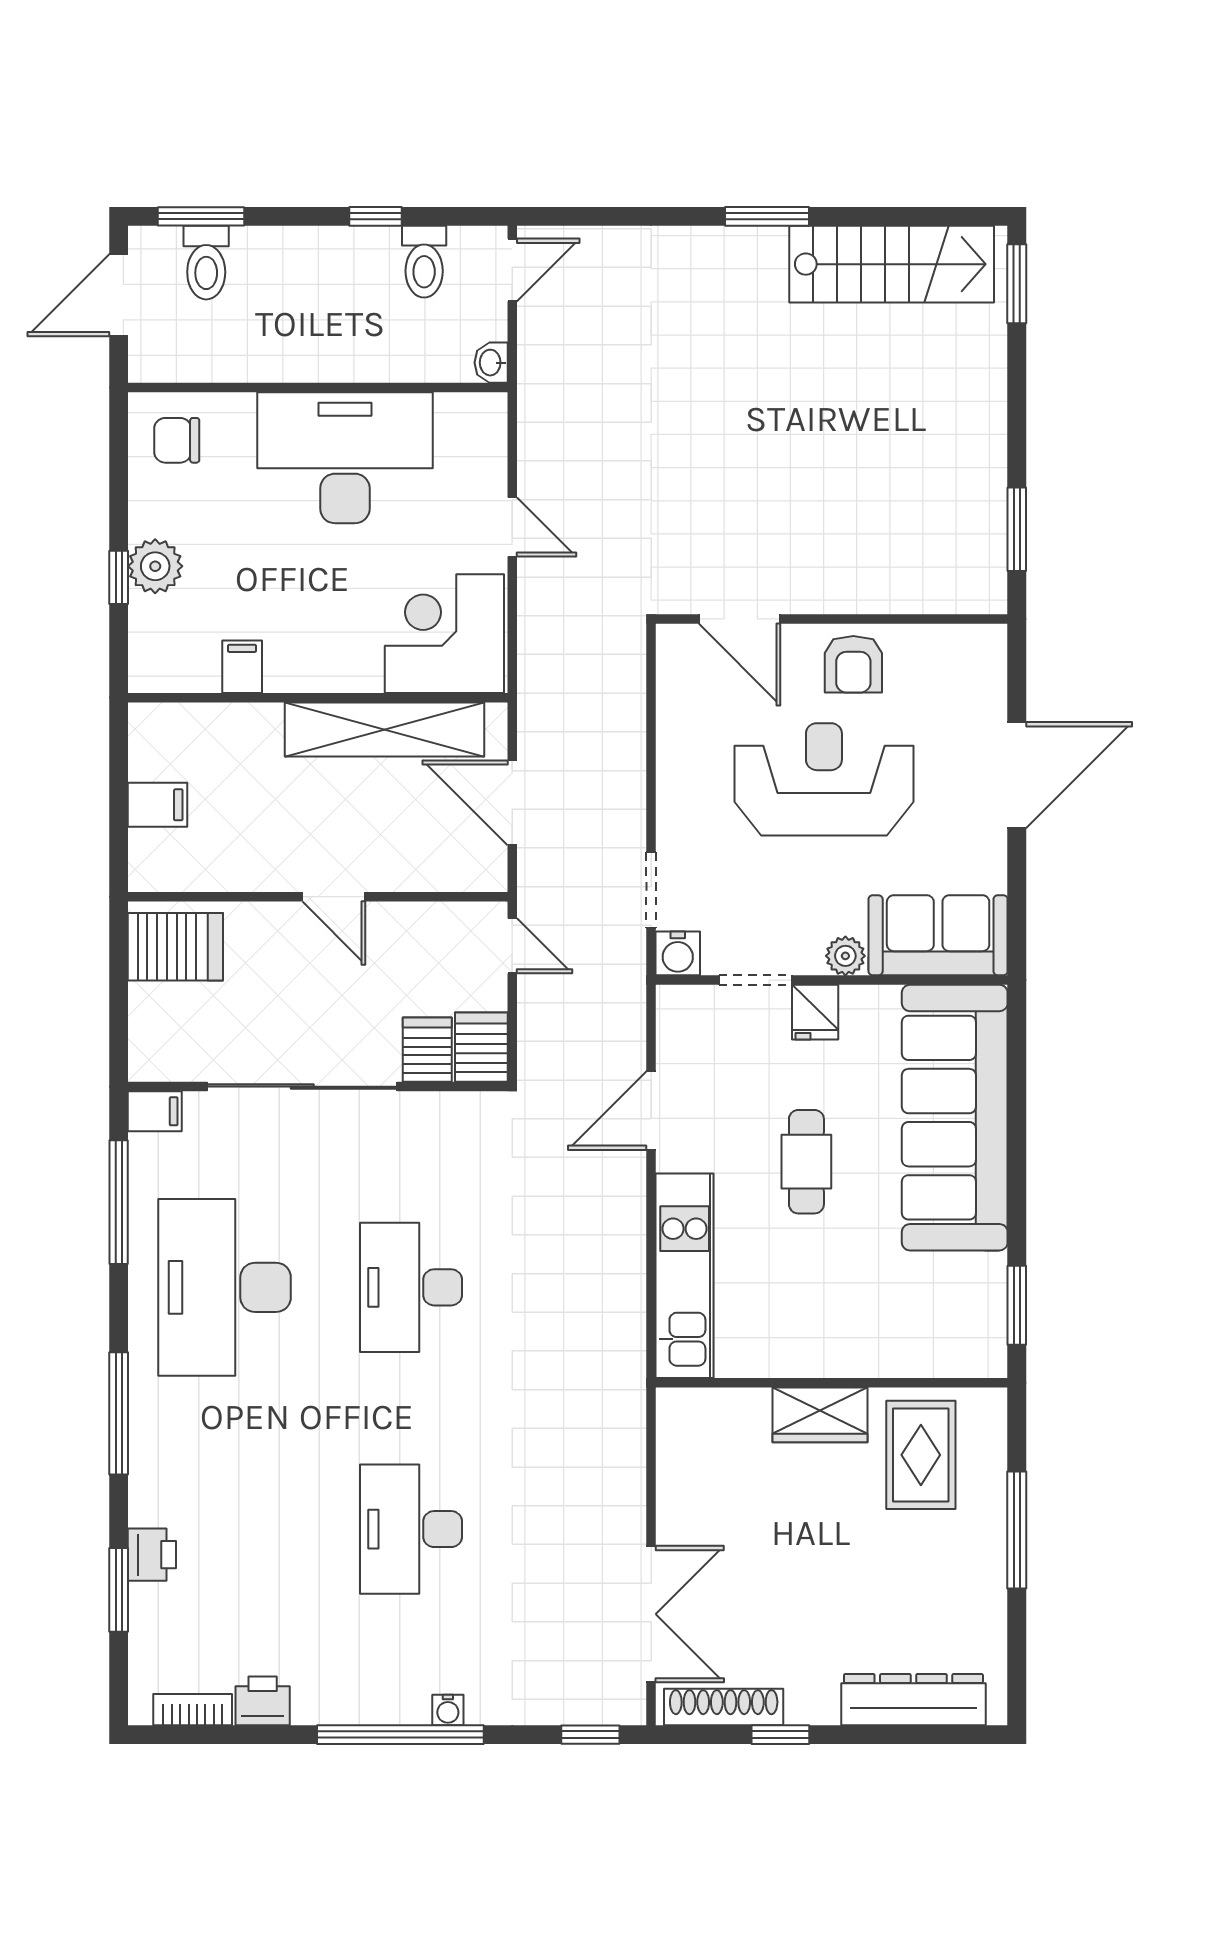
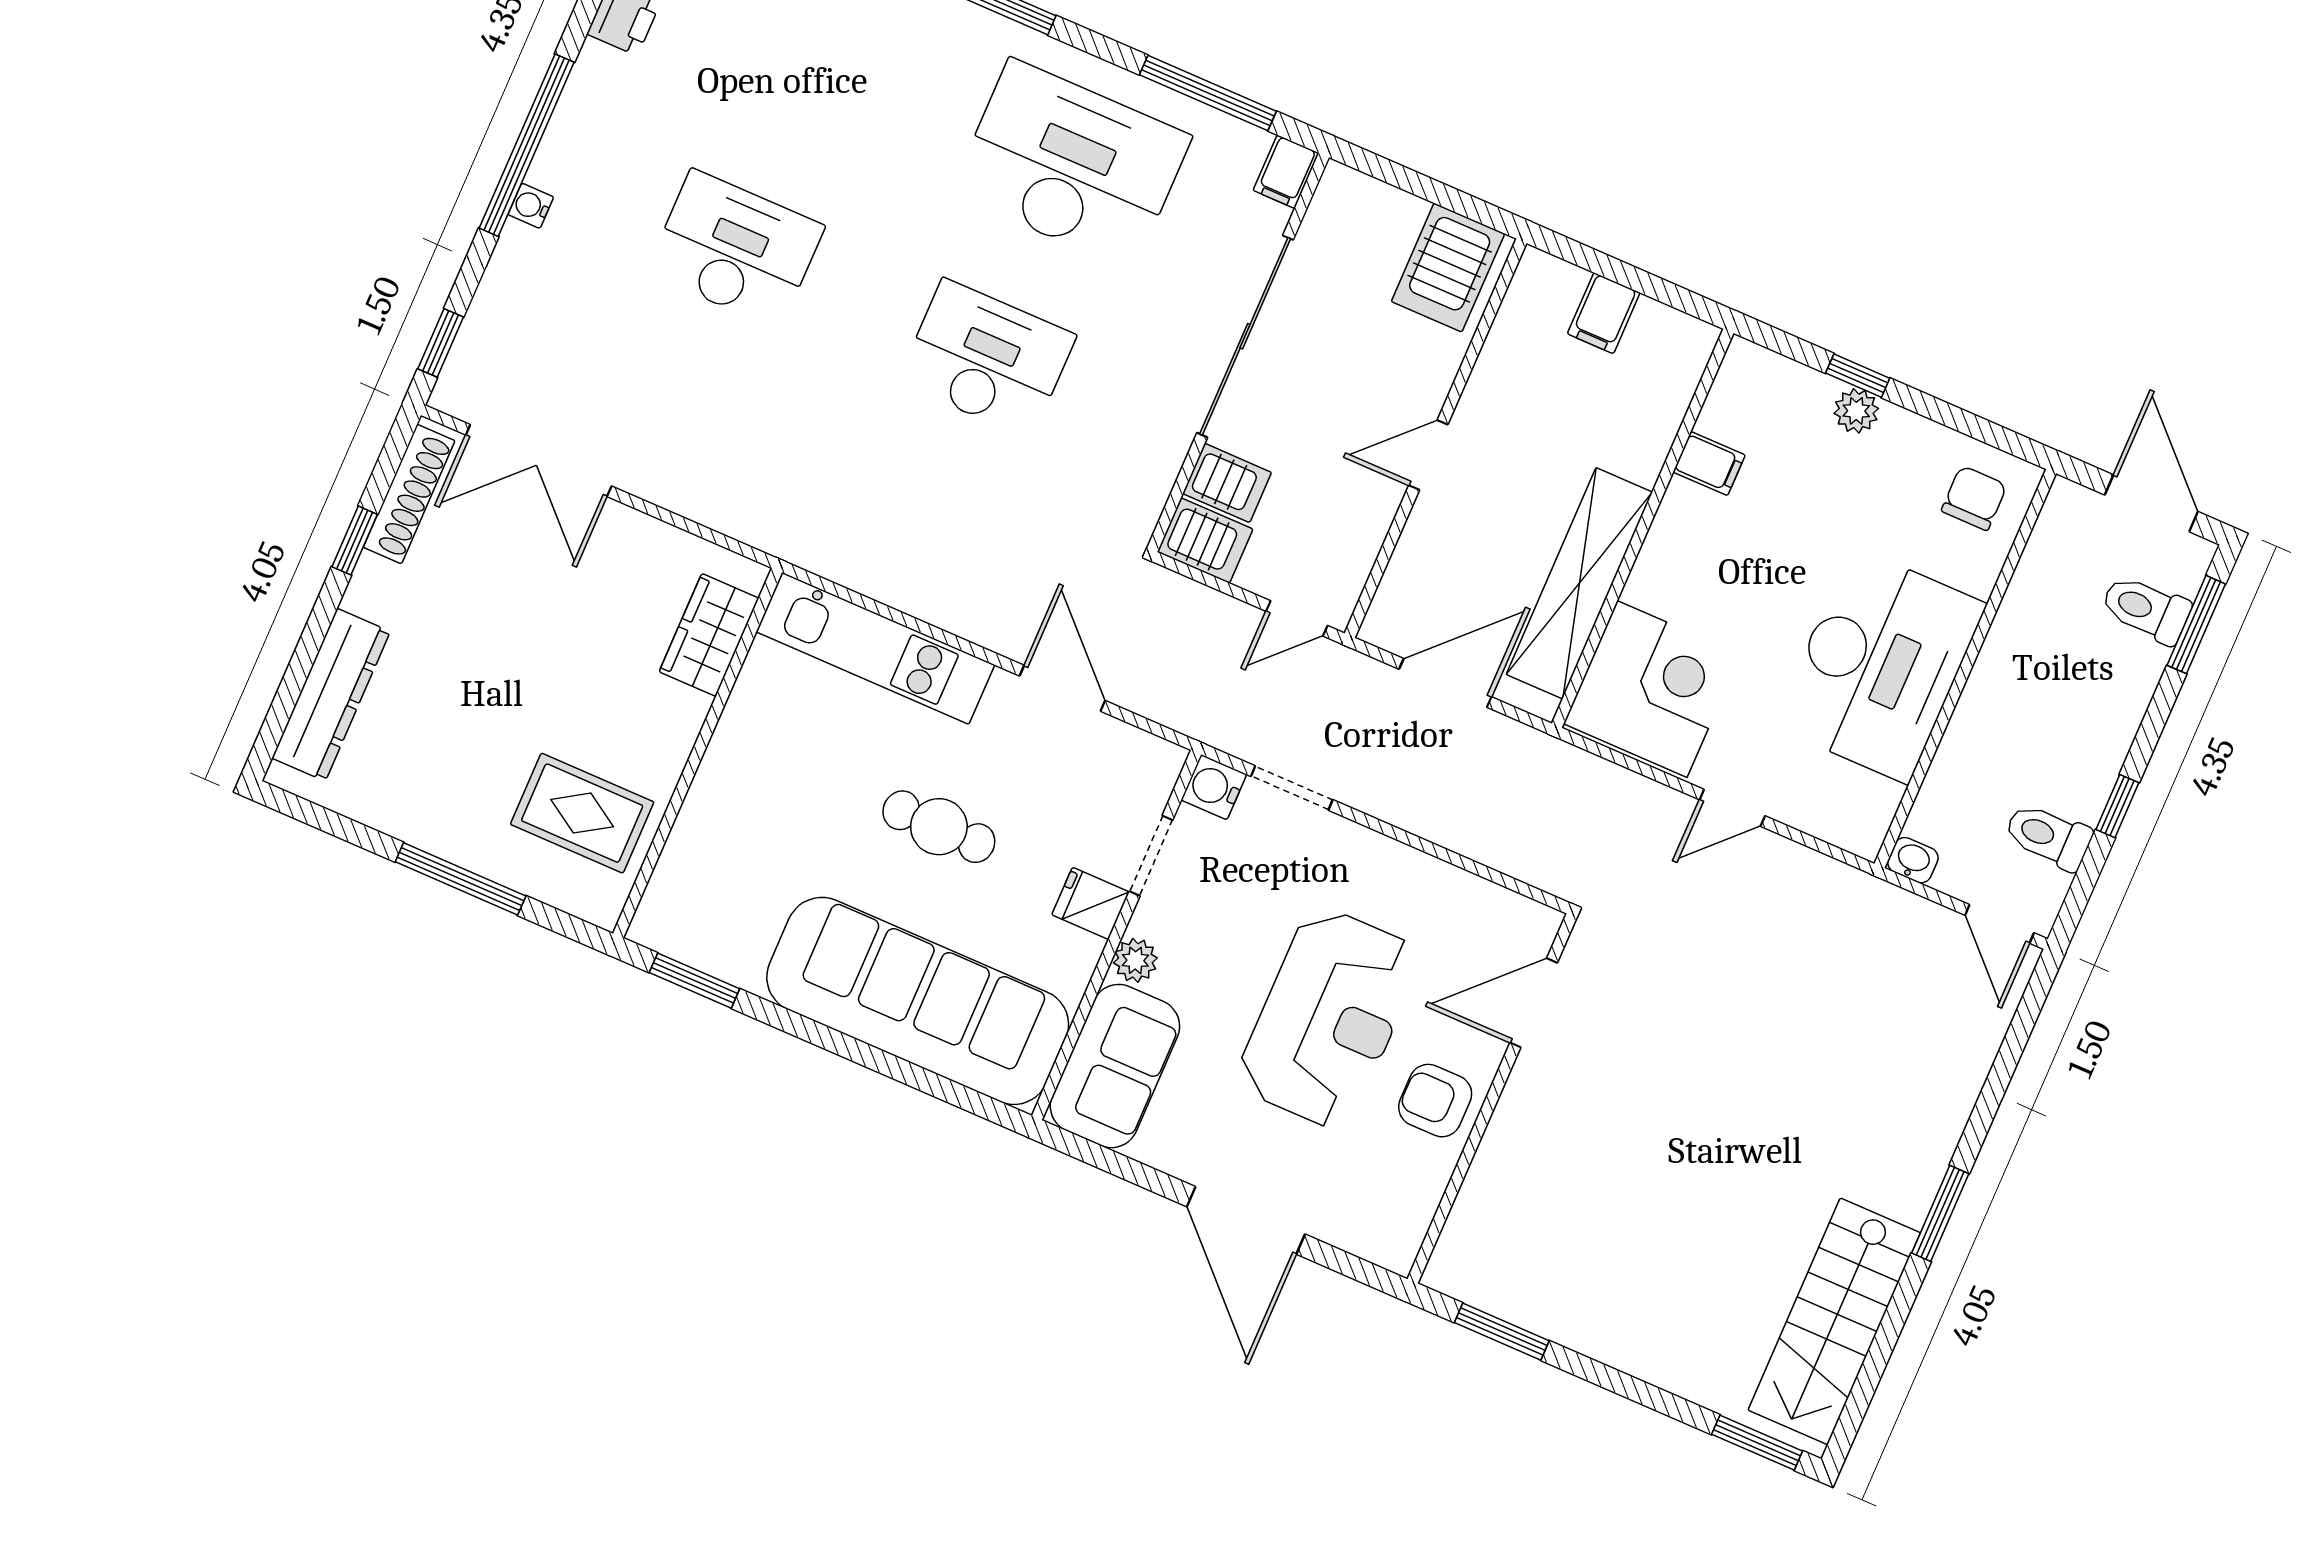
plant: (155, 566) -> (1856, 411), width x0.73, depth x0.73
wardrobe: (820, 1415) -> (709, 635), moved

